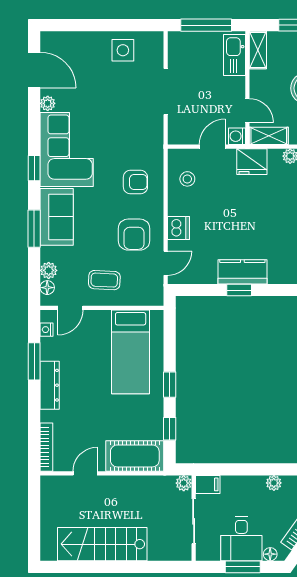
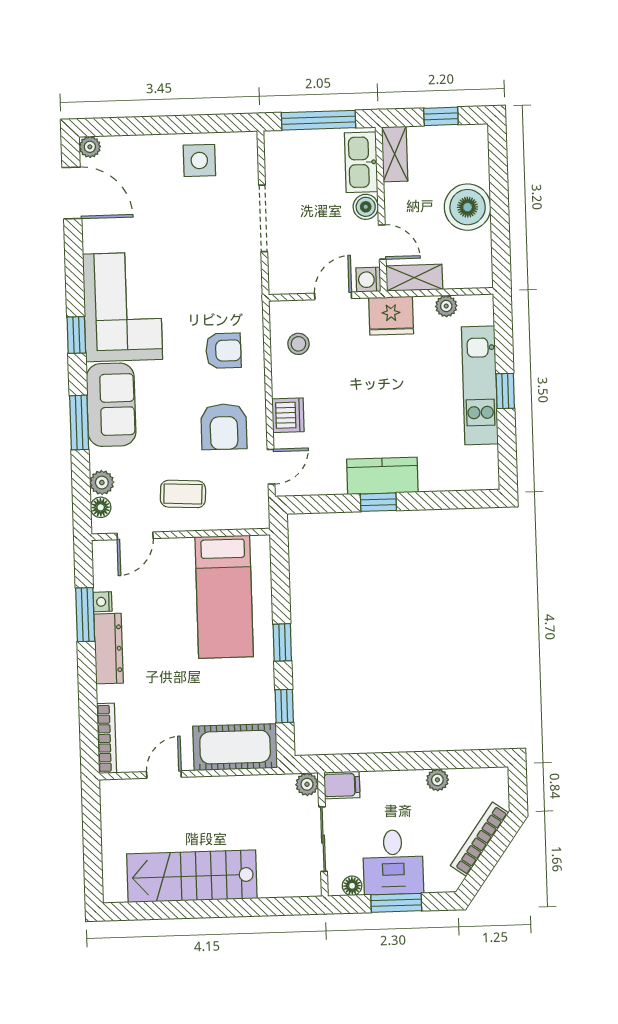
boiler: (237, 86) -> (366, 207), added
plant: (48, 103) -> (90, 147), moved
nightstand: (47, 330) -> (103, 602), moved
floor lamp: (270, 554) -> (352, 886), moved

